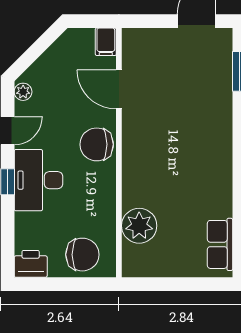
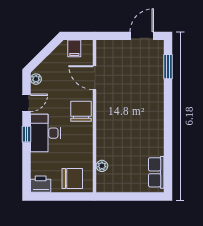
filing cabinet: (106, 42) -> (74, 48), moved
chair: (97, 144) -> (81, 111), turned 90
plant: (139, 226) -> (102, 166), width x0.53, depth x0.53

